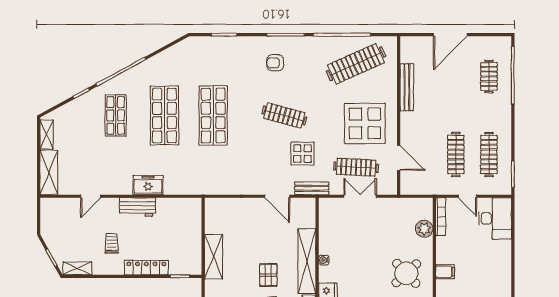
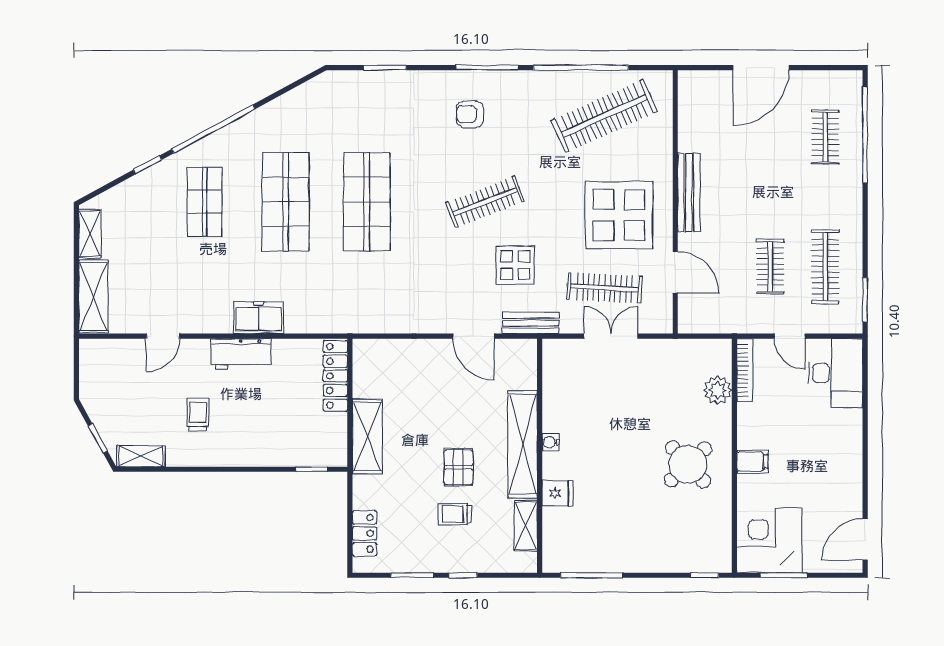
bench: (407, 87) -> (689, 193), moved
clothes rail: (284, 115) -> (485, 202), turned -36
clothes rail: (456, 155) -> (770, 267), width x0.73
locker: (146, 268) -> (335, 376), moved, turned -90

